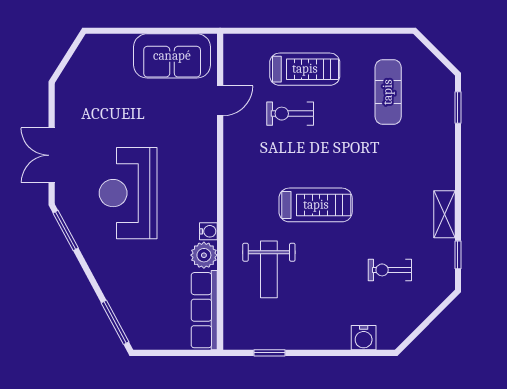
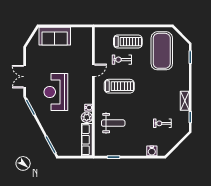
sofa: (172, 56) -> (55, 36), moved
exercise mat: (388, 92) -> (162, 51), width x2.00, depth x1.45
door: (220, 101) -> (93, 70), moved
treadmill: (316, 205) -> (119, 86), moved
weight bench: (269, 269) -> (113, 123), turned -90

